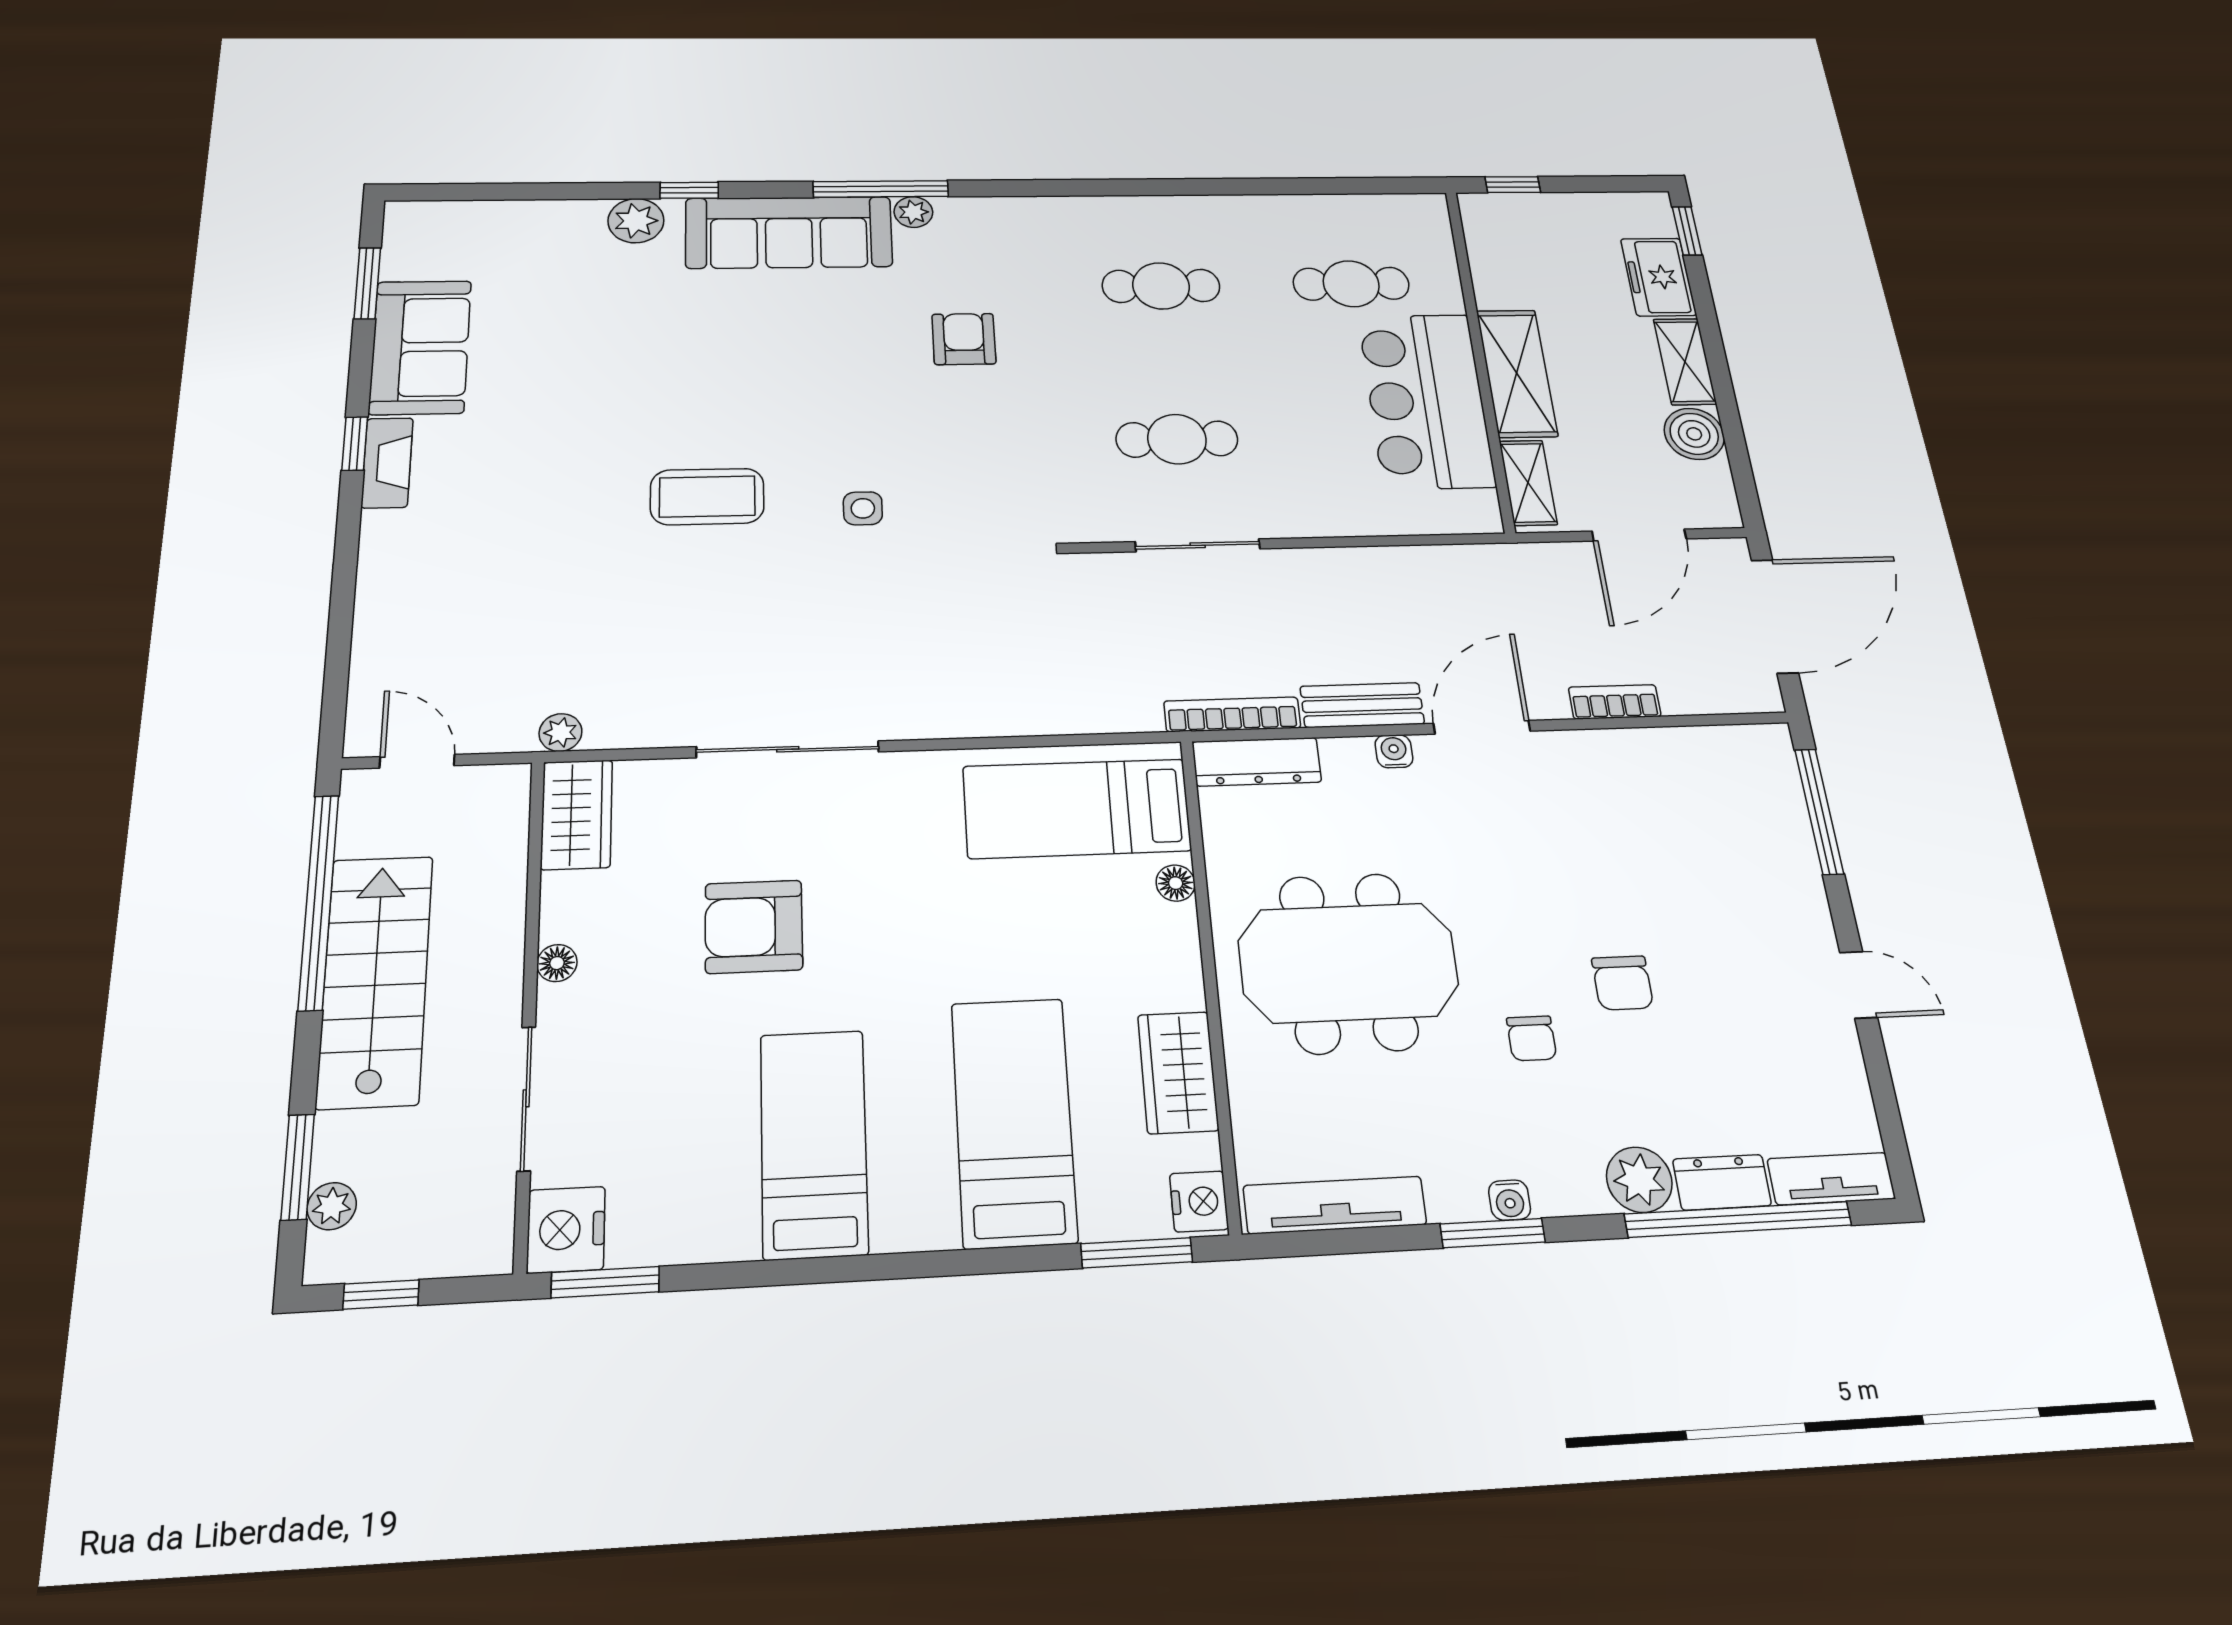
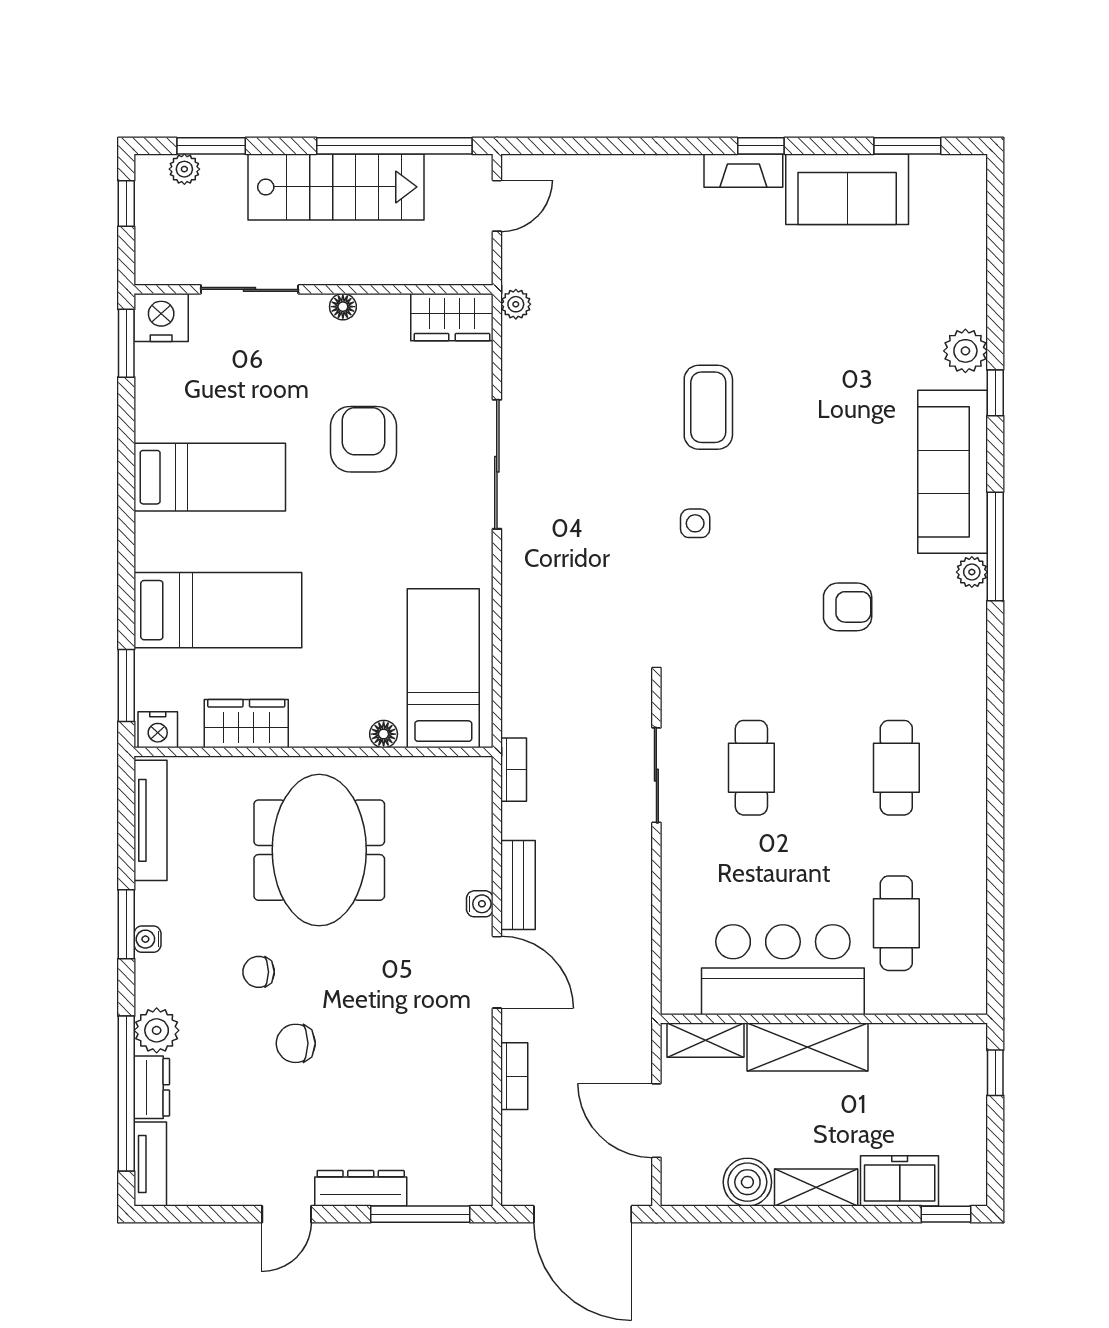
bookcase: (1232, 714) -> (514, 770), width x0.64
dresser: (1257, 762) -> (361, 1188), moved, turned 90

